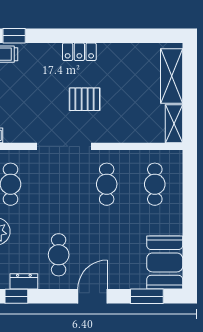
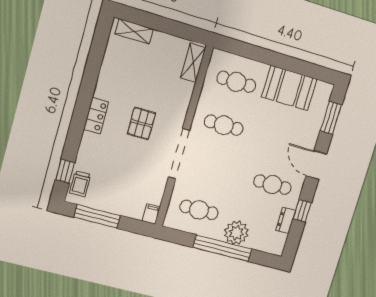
shelving: (172, 76) -> (134, 31), width x0.67, depth x0.75
shelving: (174, 124) -> (193, 63), moved, turned 90
booth: (165, 262) -> (289, 88), moved
window: (16, 296) -> (302, 211), moved

